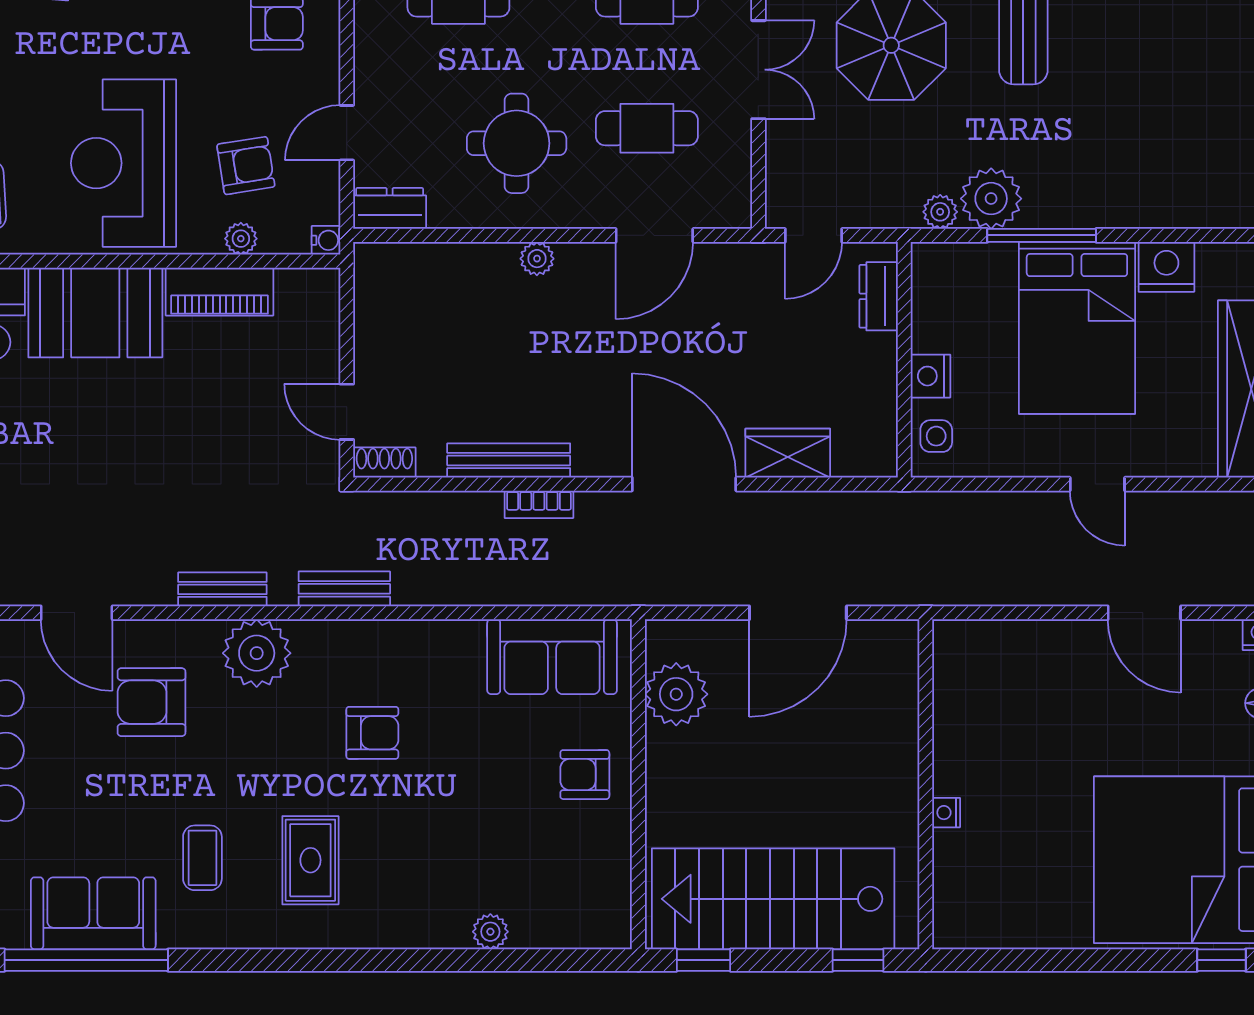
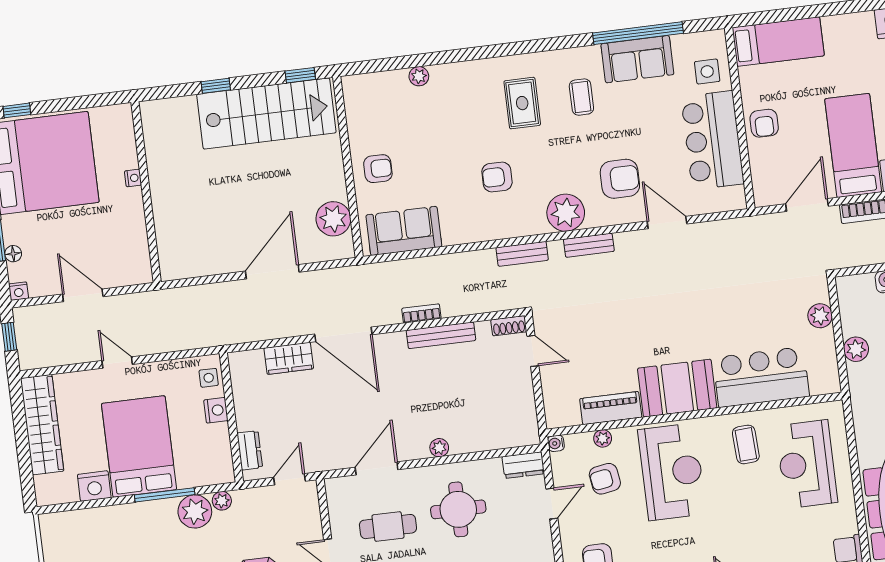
wall: (926, 784) -> (146, 192), moved
nightstand: (946, 813) -> (133, 178), moved

